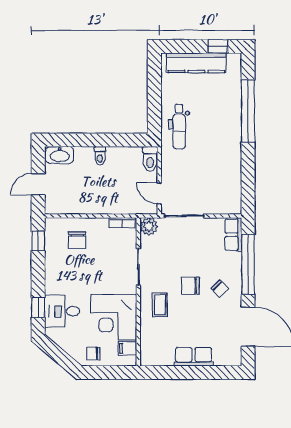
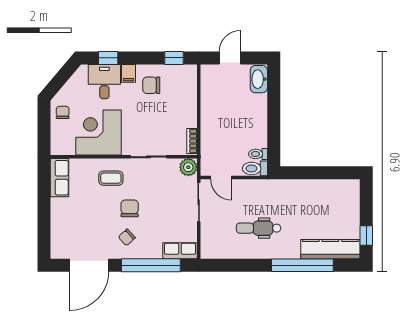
kitchen counter: (196, 63) -> (330, 249), moved, turned 90
dental chair: (179, 127) -> (259, 228), moved
toilet: (100, 156) -> (258, 154), moved
door: (38, 184) -> (230, 58), hinge flipped
door: (159, 193) -> (221, 178), swing flipped
chair: (77, 240) -> (151, 85), moved
filing cabinet: (127, 348) -> (128, 73), moved, turned 180
row of seats: (194, 357) -> (60, 178), moved

